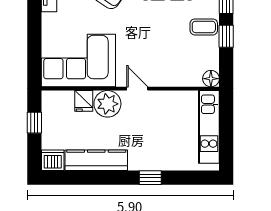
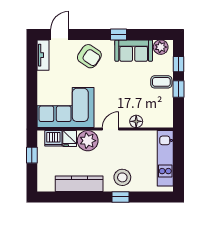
floor lamp: (211, 79) -> (136, 121), moved
door: (137, 89) -> (111, 129), hinge flipped
stool: (153, 152) -> (122, 177), added
dishwasher: (53, 160) -> (53, 138), moved, turned 180

